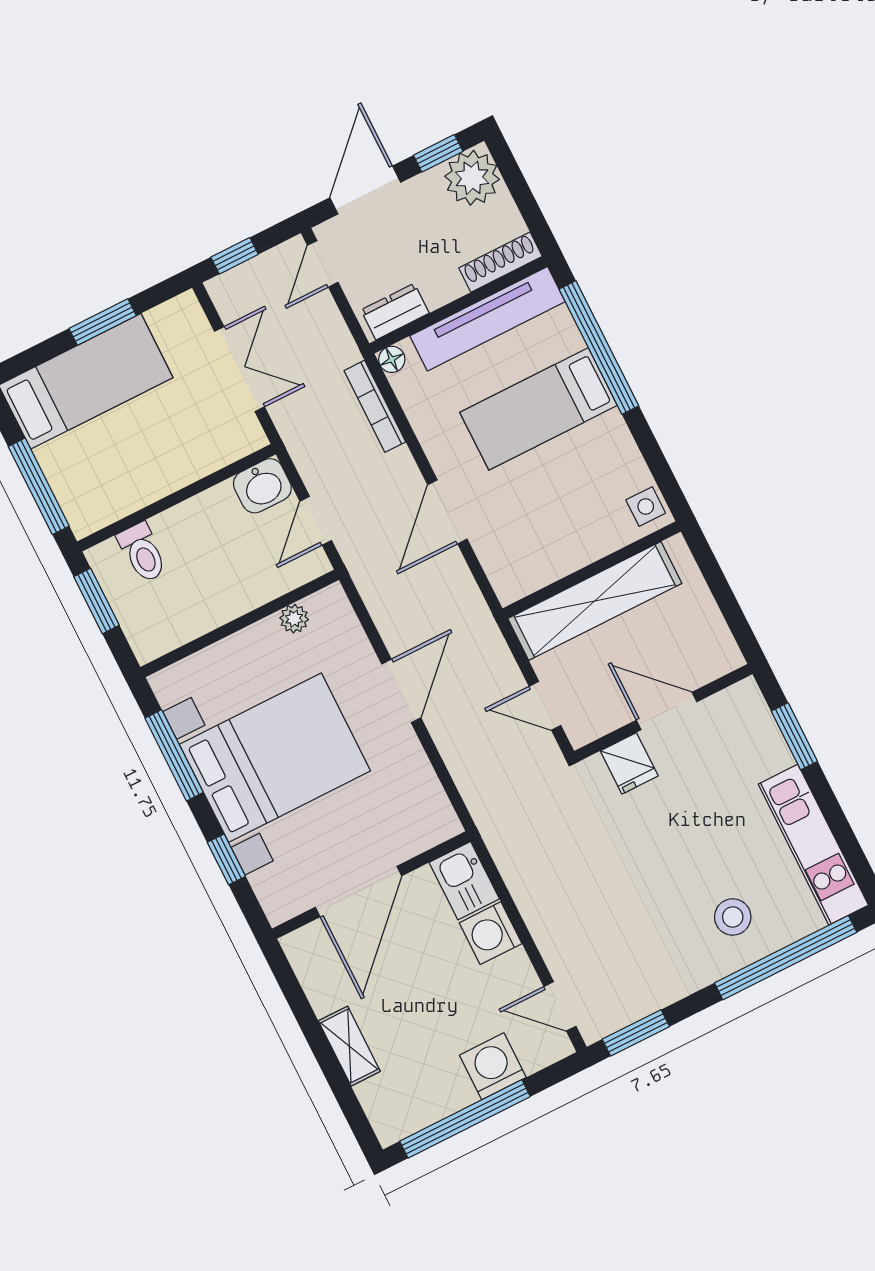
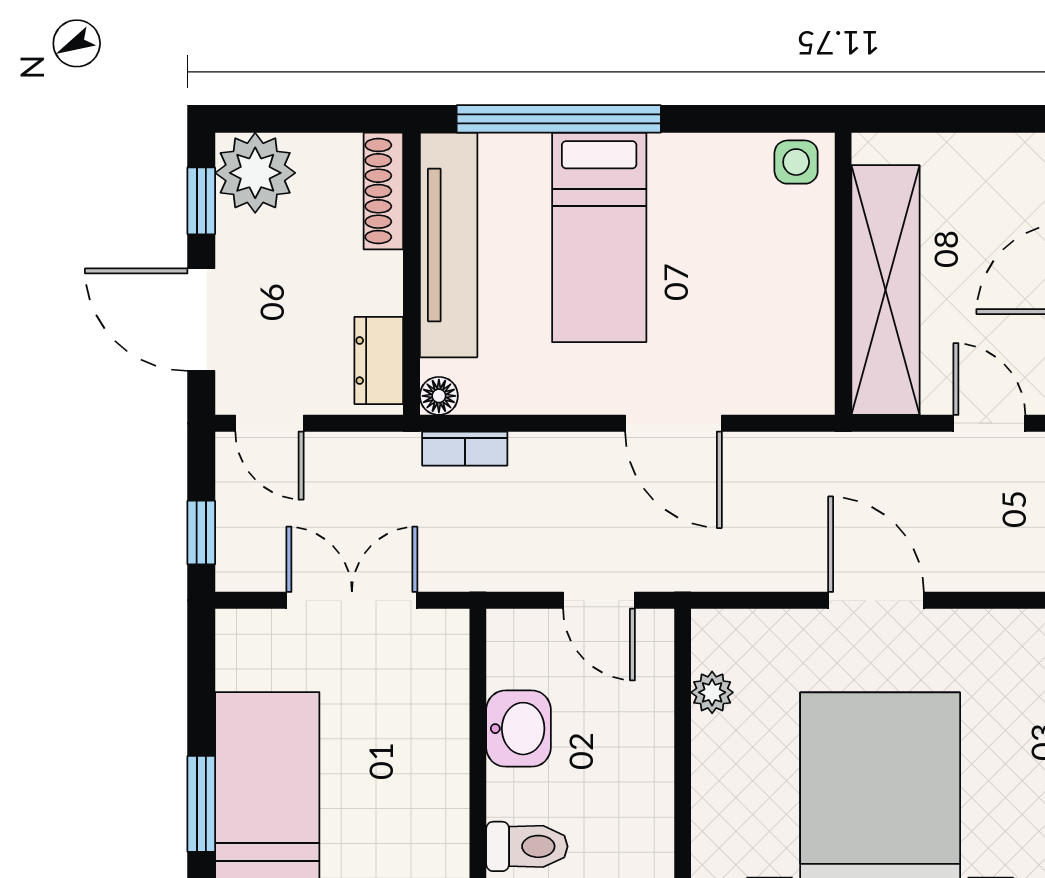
window: (103, 322) -> (201, 804), moved
bookcase: (375, 406) -> (465, 449), width x0.64
washbasin: (262, 486) -> (519, 729), moved
door: (545, 706) -> (989, 423), swing flipped

